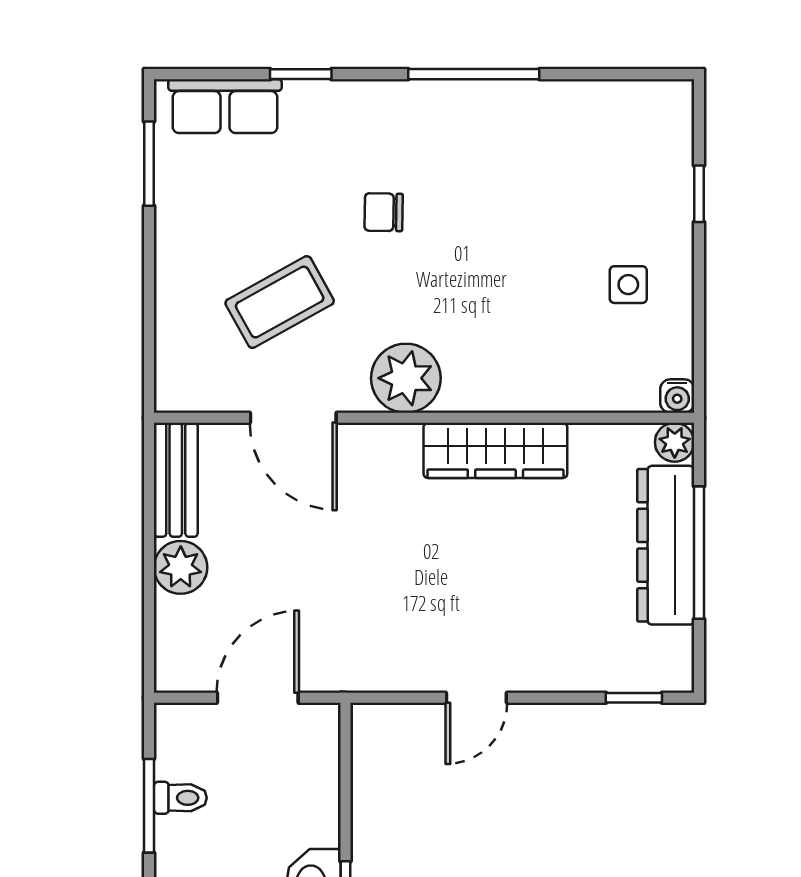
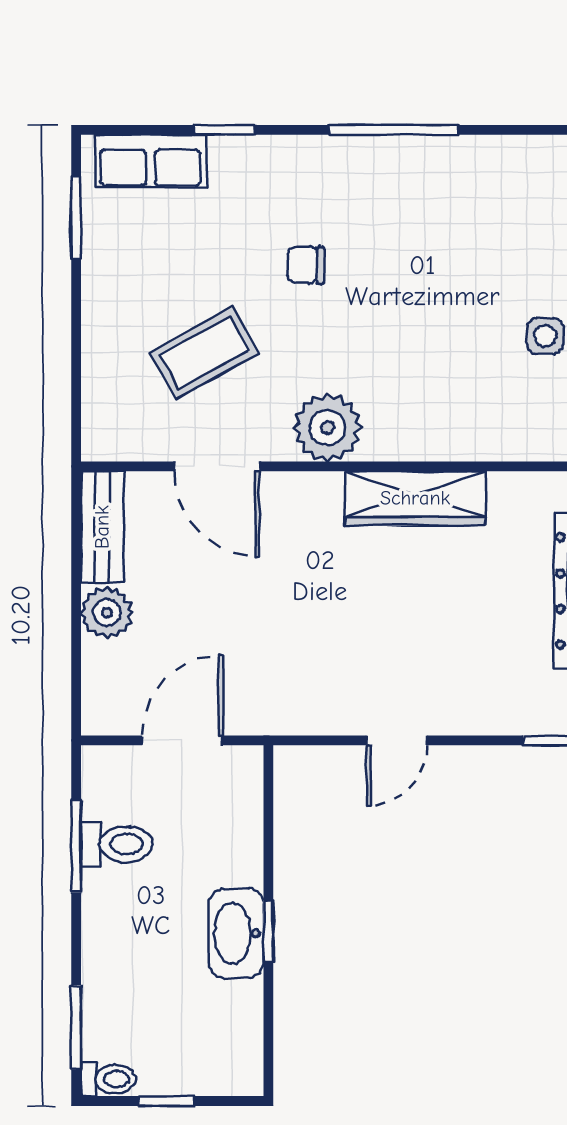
toilet: (180, 798) -> (117, 844), width x1.37, depth x1.39

